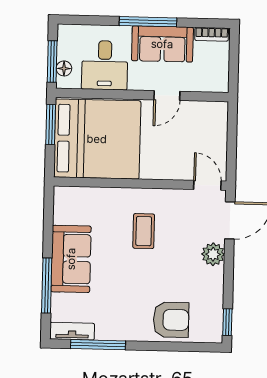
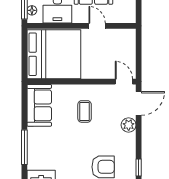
door: (167, 96) -> (97, 26), swing flipped
window: (51, 125) -> (24, 46), removed
sofa: (71, 259) -> (39, 105), moved

